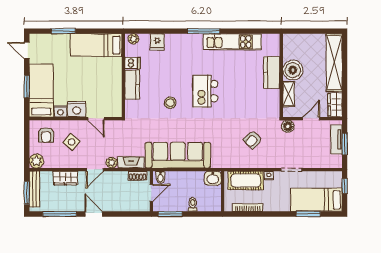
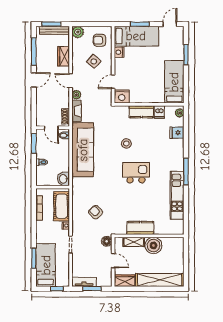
kitchen counter: (272, 72) -> (140, 228), moved
nightstand: (77, 109) -> (122, 97), moved, turned -90
tv unit: (337, 139) -> (84, 282), moved

